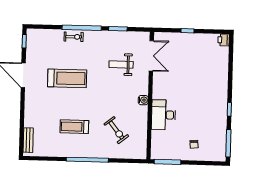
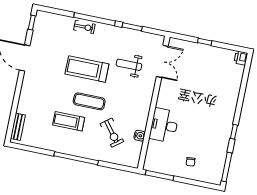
treadmill: (67, 78) -> (87, 69), moved, turned 180
water cooler: (143, 100) -> (140, 136), moved
exercise mat: (90, 105) -> (89, 101), added

